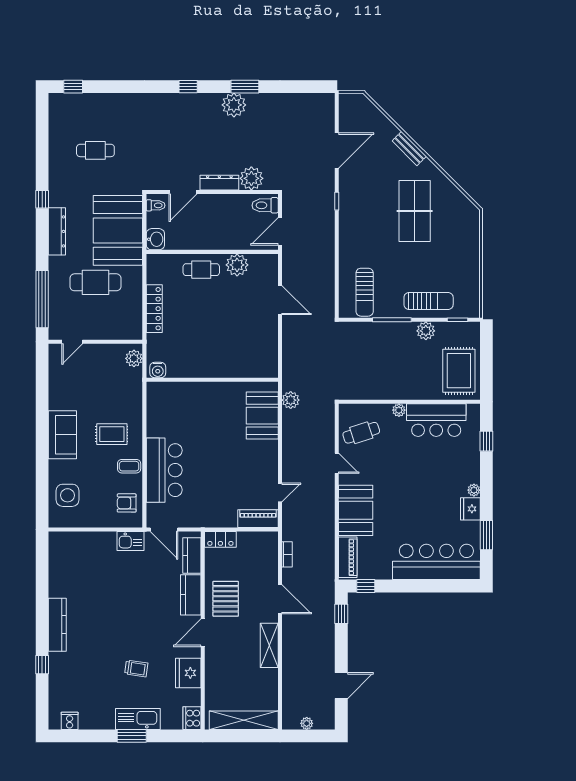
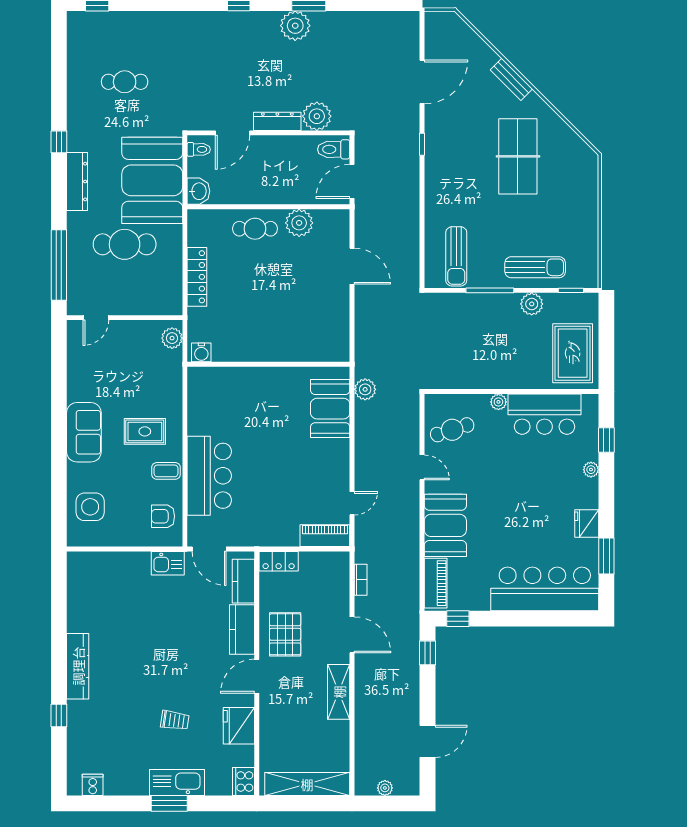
plant: (474, 490) -> (591, 470), moved

